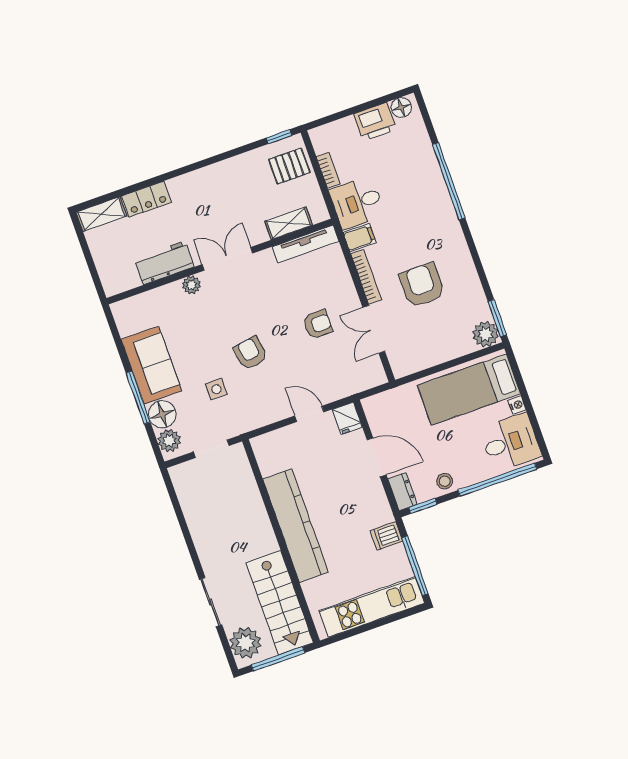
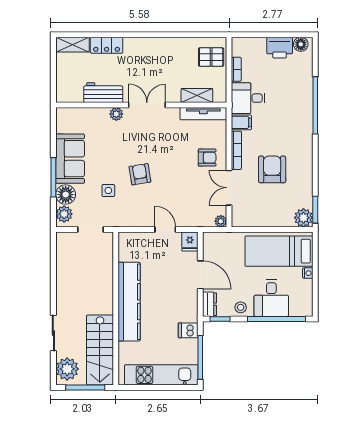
window: (279, 137) -> (211, 35), removed
armchair: (318, 324) -> (207, 158), moved
plant: (378, 377) -> (221, 221), added
desk: (510, 442) -> (271, 298), moved, turned 90

